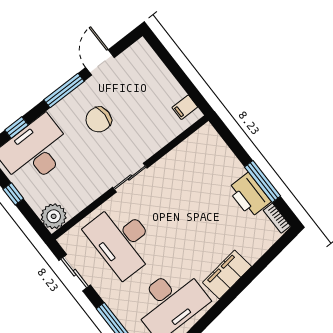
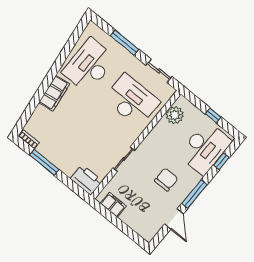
filing cabinet: (185, 107) -> (113, 205), width x2.00
sliding door: (130, 178) -> (124, 159), moved
printer: (249, 195) -> (86, 180), moved
plant: (54, 216) -> (175, 115), moved

